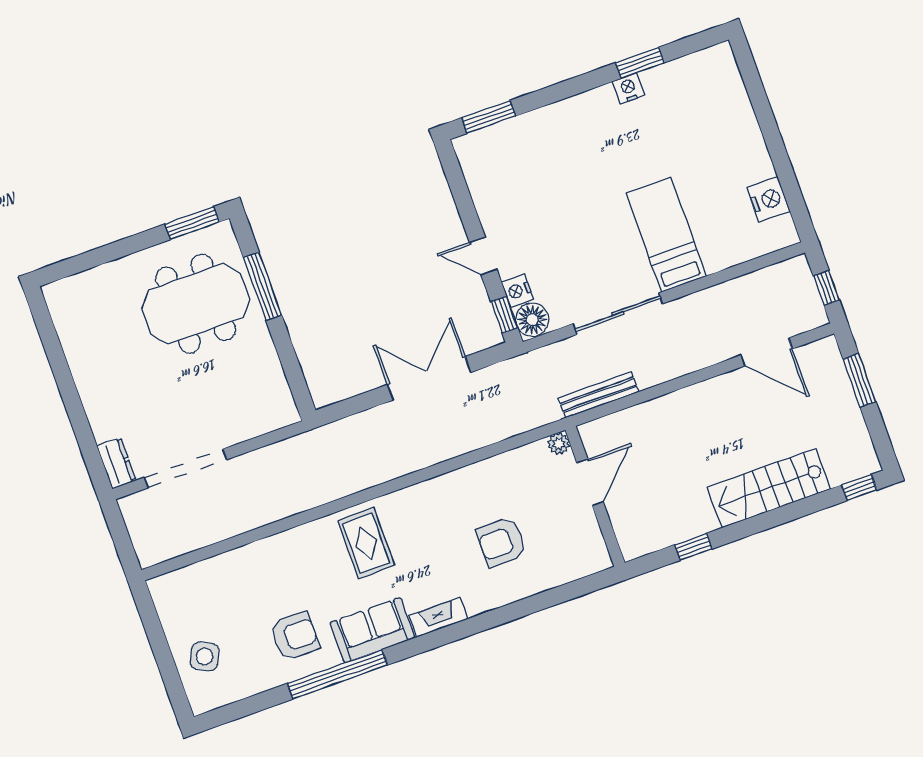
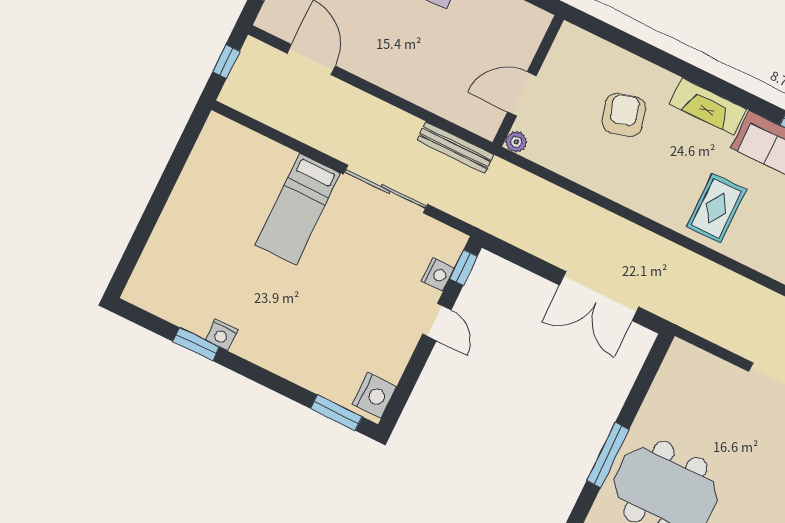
nightstand: (769, 200) -> (374, 396), moved, turned 180
floor lamp: (532, 320) -> (448, 245), removed
double door: (429, 378) -> (599, 296), moved
armchair: (502, 542) -> (624, 115), turned -105
fireplace: (439, 617) -> (708, 107), width x1.37, depth x1.32

